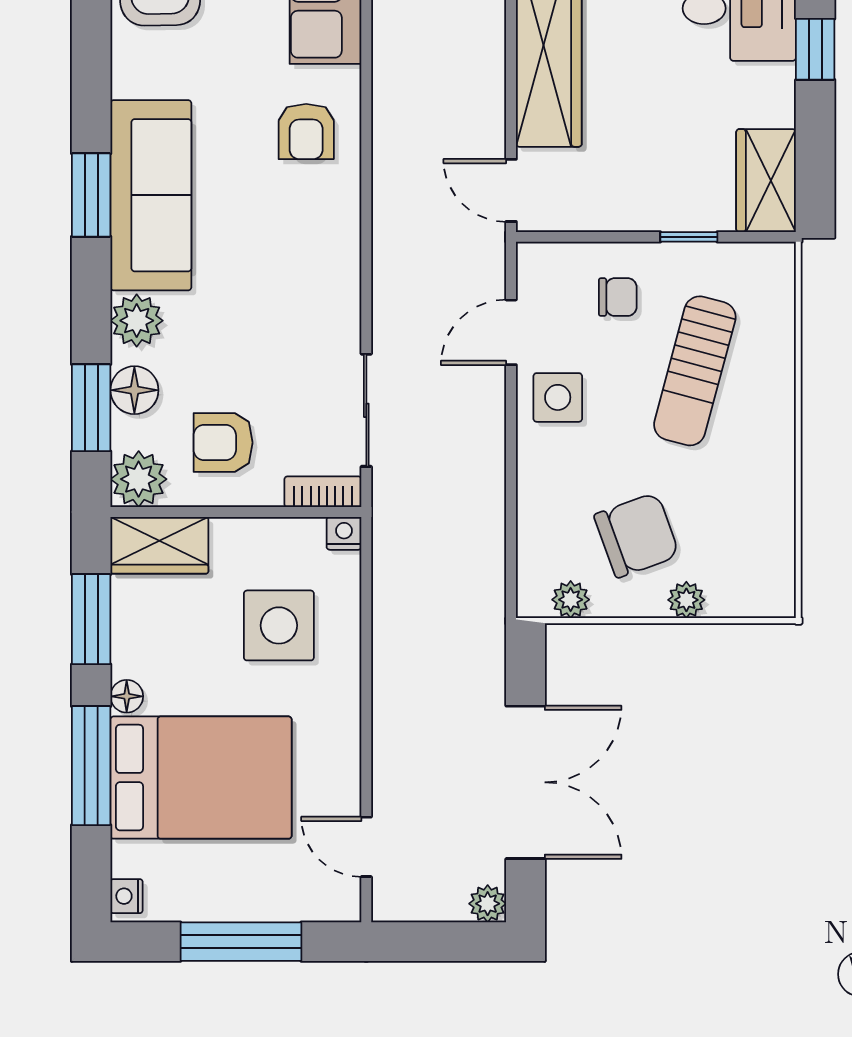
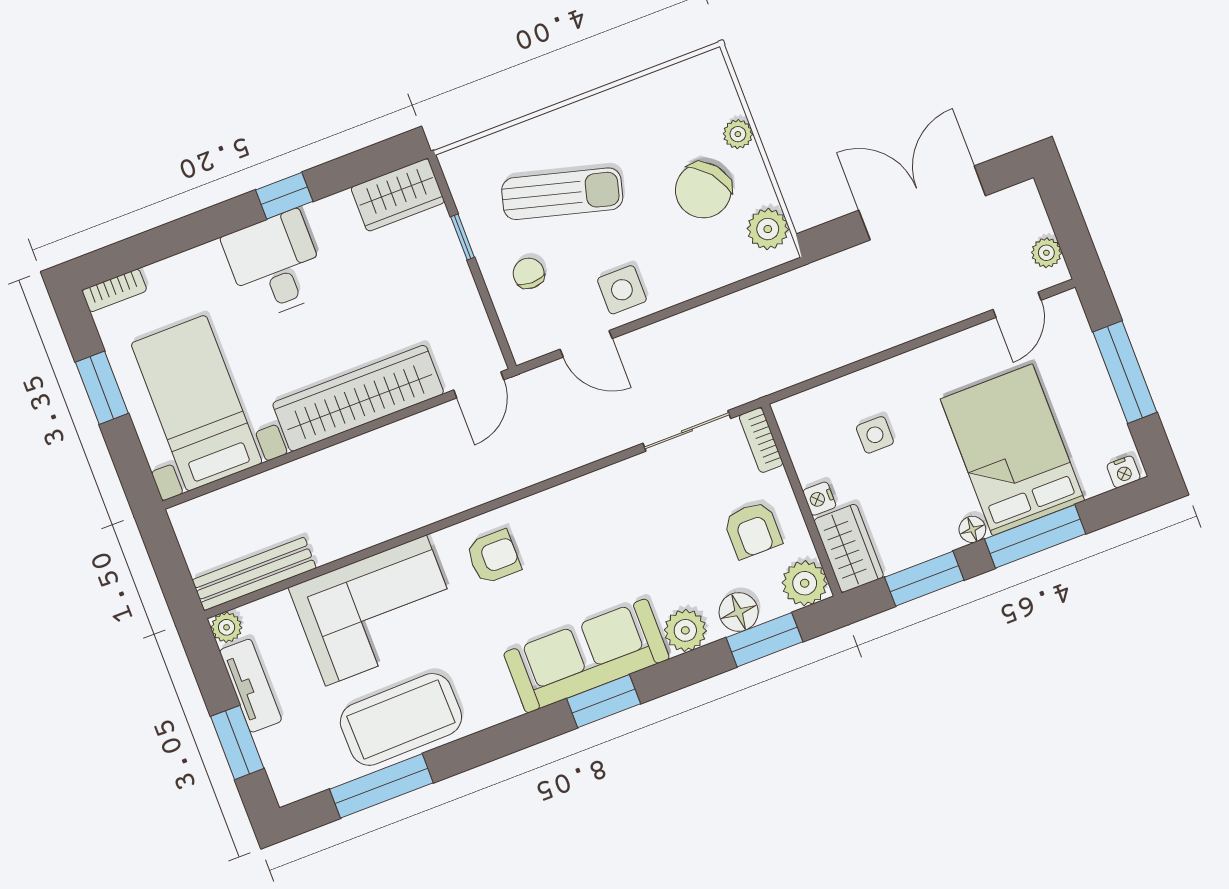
nightstand: (344, 533) -> (819, 499), moved
chair: (637, 535) -> (703, 190), turned -109
plant: (571, 600) -> (768, 229), width x1.38, depth x1.38
side table: (279, 625) -> (875, 435), width x0.54, depth x0.54
plant: (488, 904) -> (1046, 253), moved

